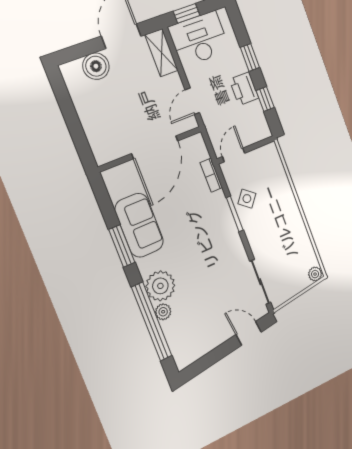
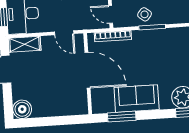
boiler: (96, 66) -> (22, 109), moved
bookcase: (211, 175) -> (113, 36), width x1.56
window: (122, 246) -> (122, 117), moved

